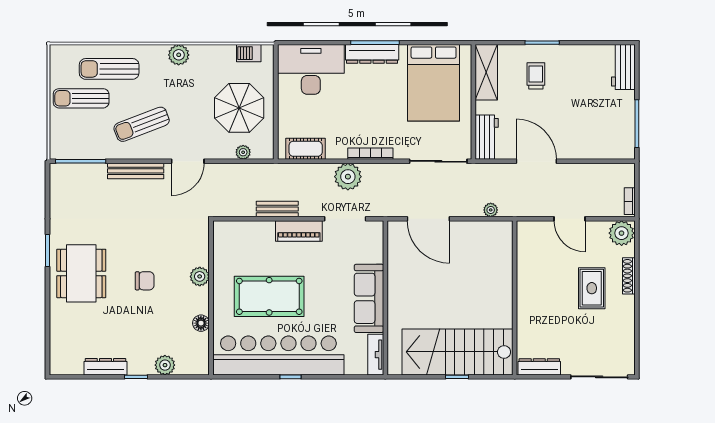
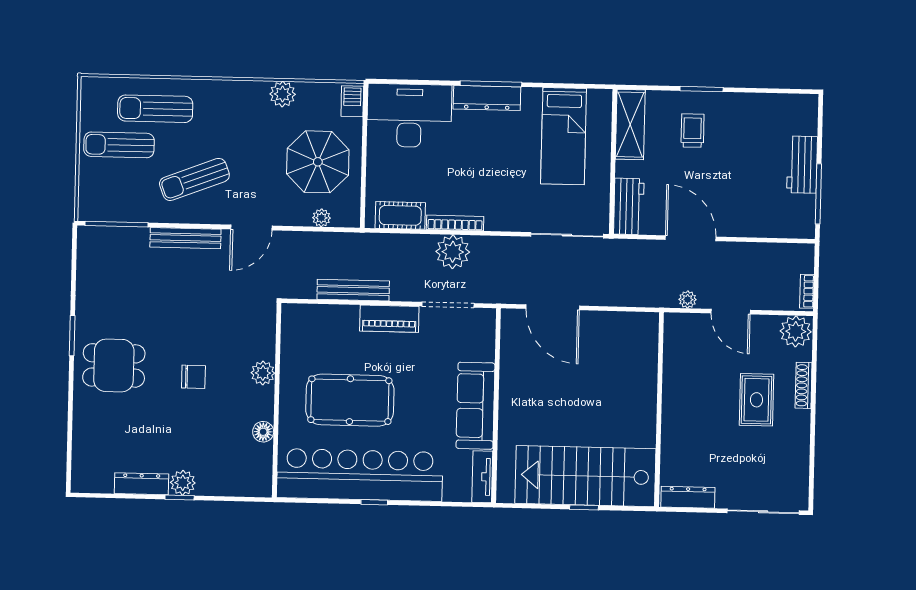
barbecue: (249, 53) -> (352, 101), moved, turned 90
plant: (179, 55) -> (283, 94), moved
workbench: (623, 67) -> (802, 165), moved
bed: (434, 83) -> (564, 136), width x0.67
bookcase: (370, 154) -> (455, 223), moved
bench: (277, 209) -> (353, 290), width x1.36
plant: (491, 210) -> (688, 300), moved
dining table: (81, 273) -> (114, 365), width x0.73
plant: (165, 365) -> (183, 483), moved

